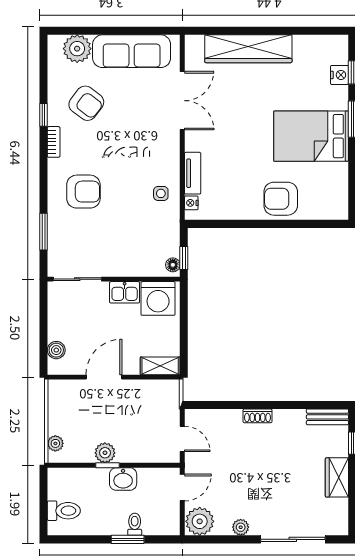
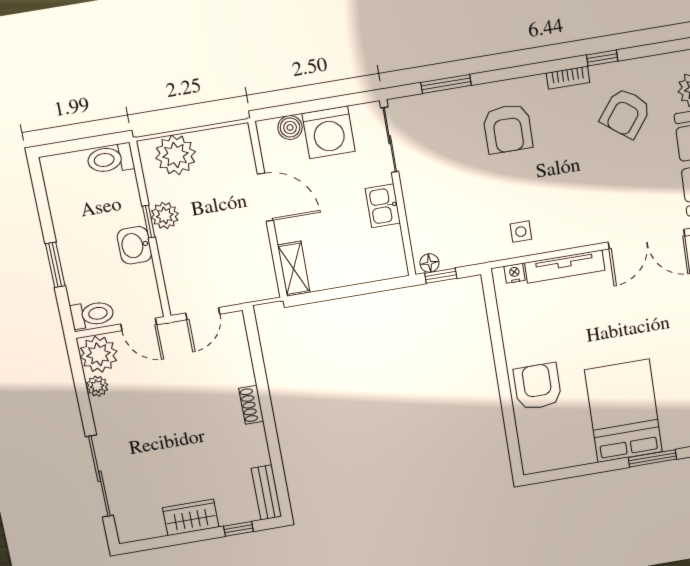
tv unit: (193, 173) -> (565, 267), width x1.41
washing machine: (158, 298) -> (329, 132), moved, turned -90
plant: (55, 443) -> (176, 155), width x1.88, depth x1.88
toilet: (64, 511) -> (110, 159), moved, turned 90
toilet: (135, 524) -> (92, 314), moved, width x1.37, depth x1.39
plant: (241, 527) -> (97, 386), moved

